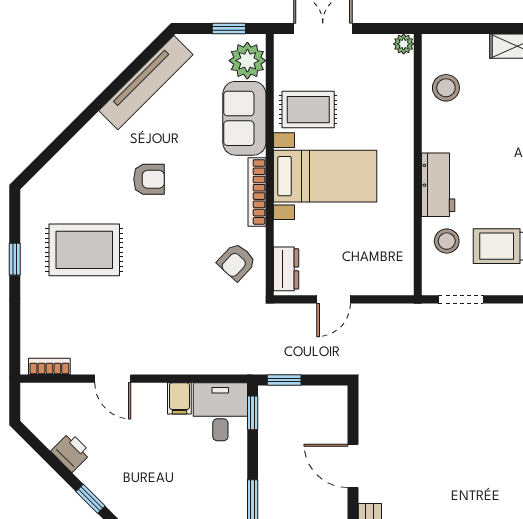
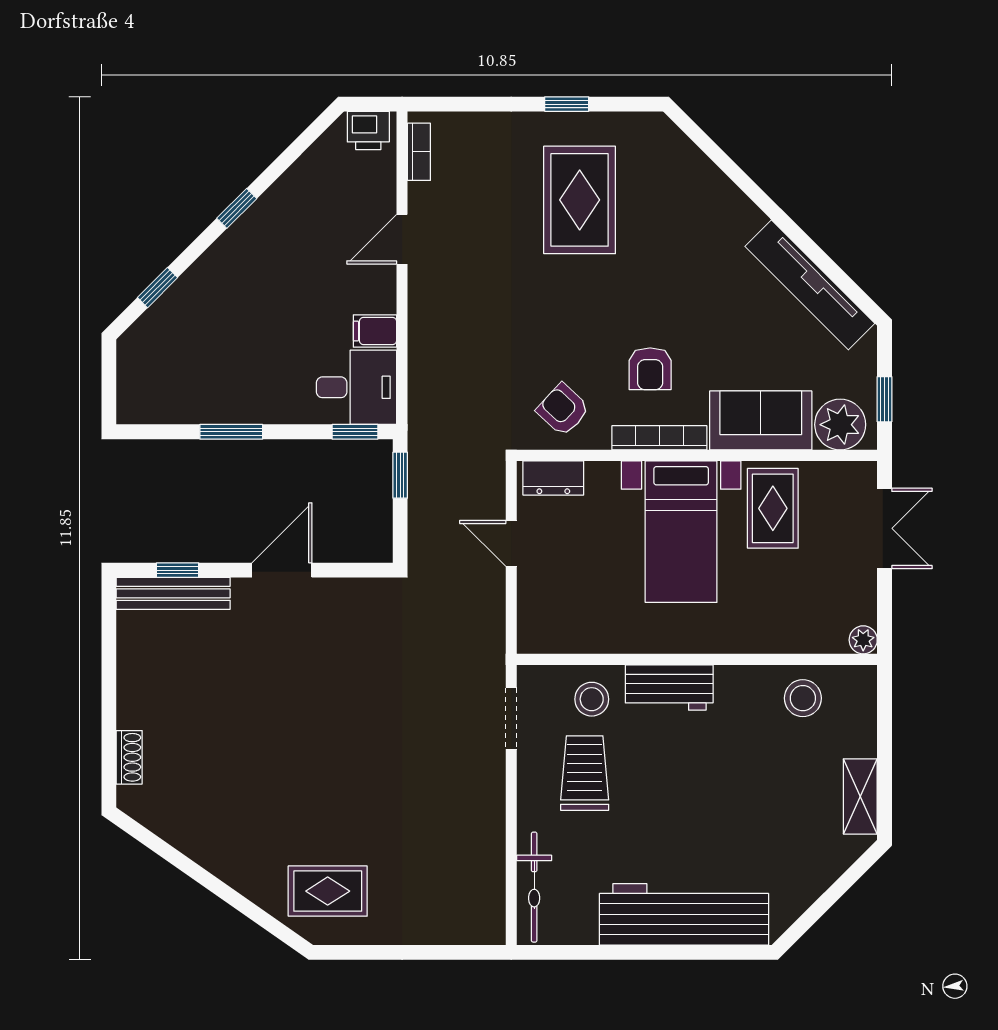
armchair: (149, 179) -> (650, 369), moved
printer: (71, 452) -> (368, 130), moved, turned 45

